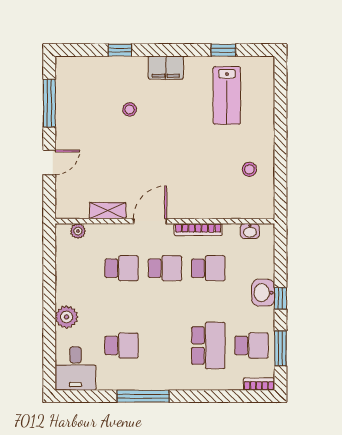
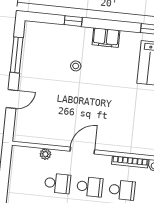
shelving: (108, 211) -> (52, 139), removed
bookcase: (198, 230) -> (130, 162), moved
plant: (78, 231) -> (45, 154), moved

